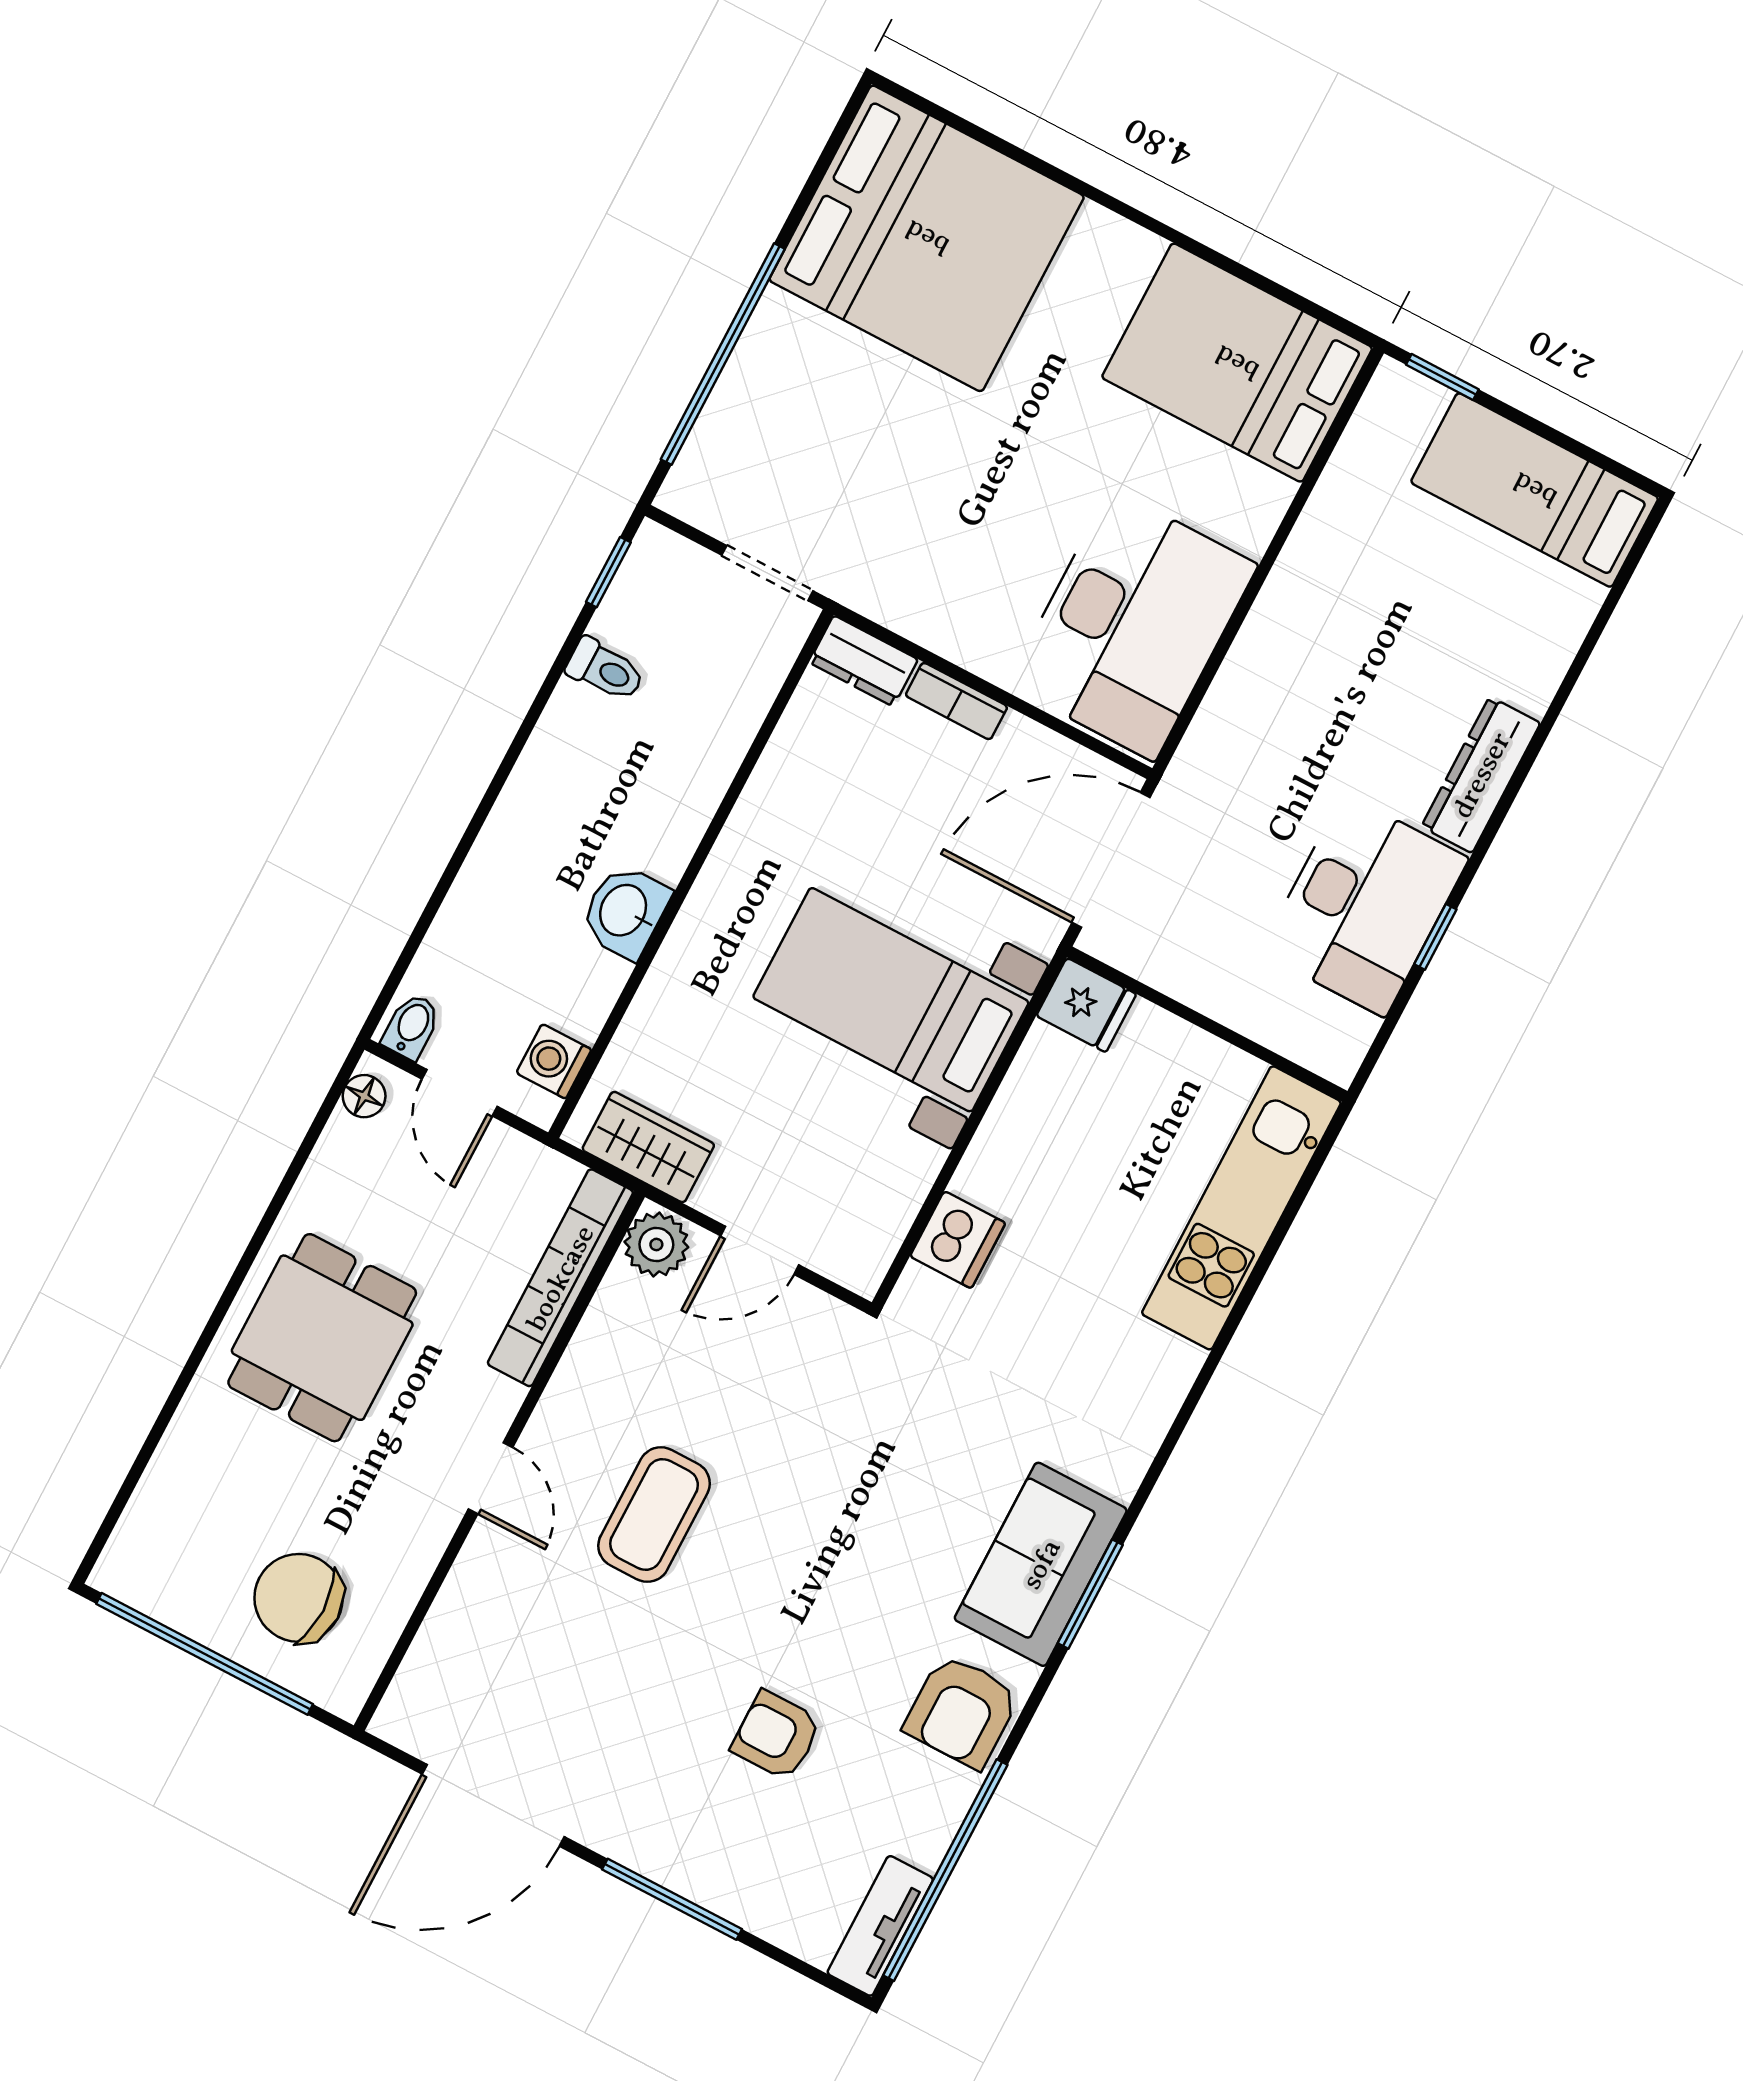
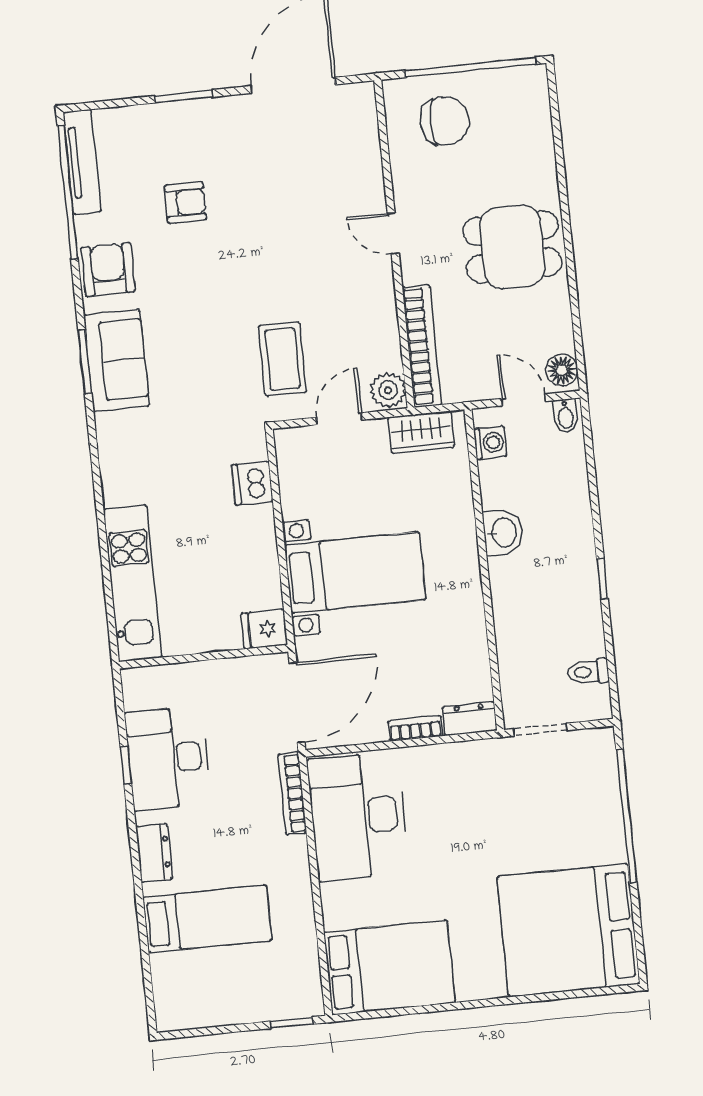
bed: (1535, 490) -> (207, 919), moved
window: (608, 572) -> (602, 579), moved
toilet: (605, 670) -> (588, 672), moved
bookcase: (1210, 726) -> (292, 794), added
dresser: (1481, 775) -> (154, 853), width x0.70
floor lamp: (364, 1096) -> (562, 370), width x1.37, depth x1.37
dining table: (322, 1338) -> (512, 247), turned 90
coffee table: (654, 1515) -> (282, 359), moved
window: (672, 1899) -> (183, 96), width x0.69
tv unit: (880, 1926) -> (82, 162), width x1.41

